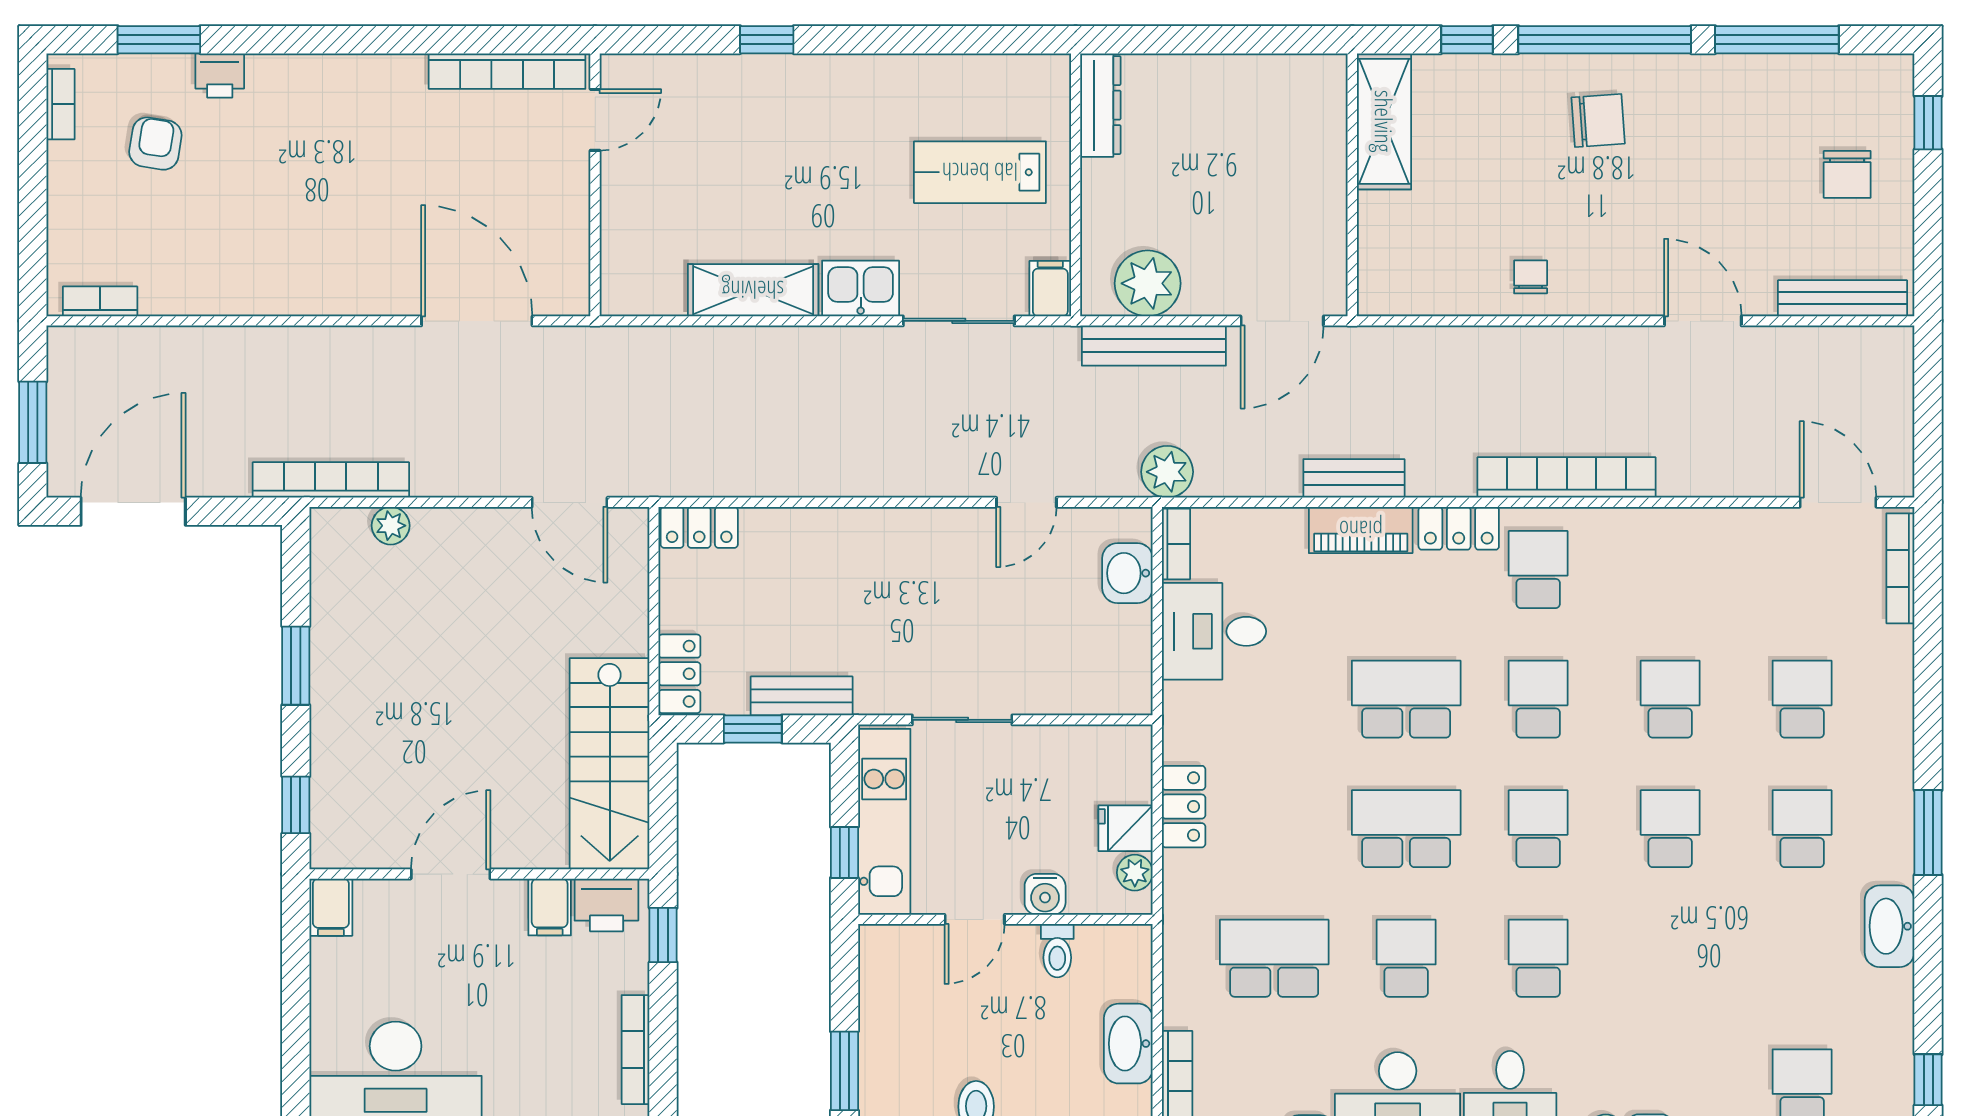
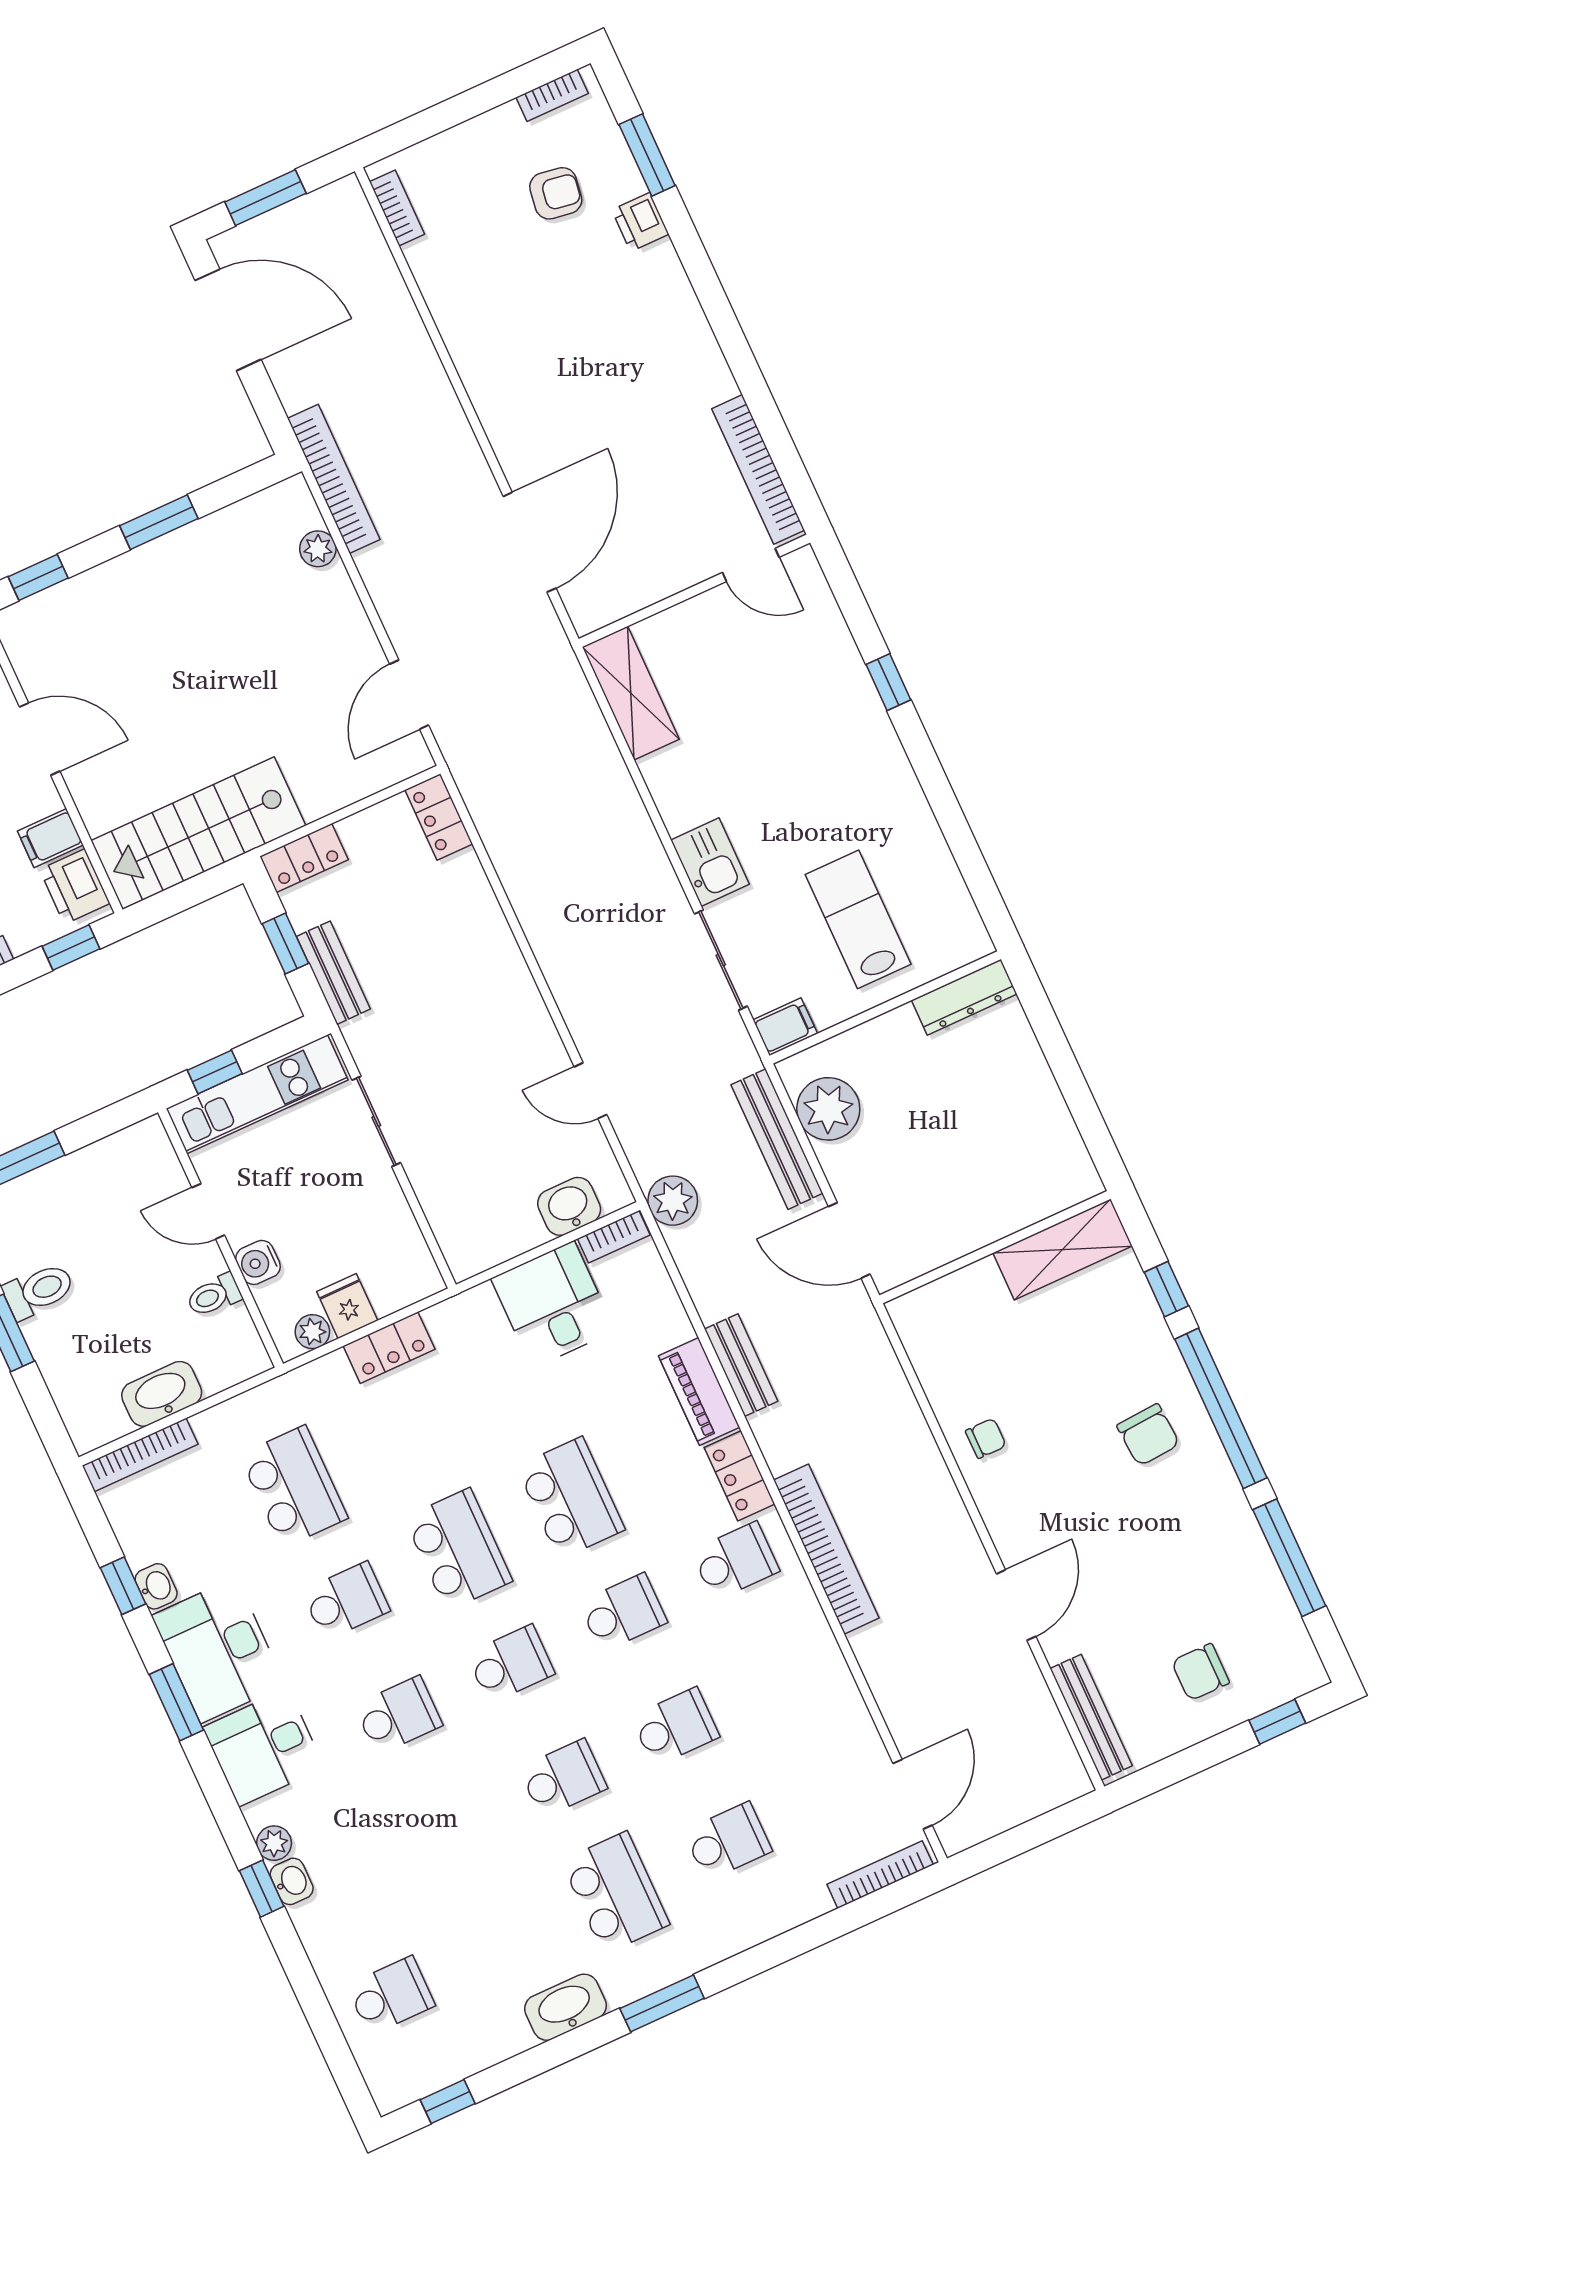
shelving: (753, 290) -> (631, 693), moved
school desk: (1802, 829) -> (615, 1893), width x1.85

